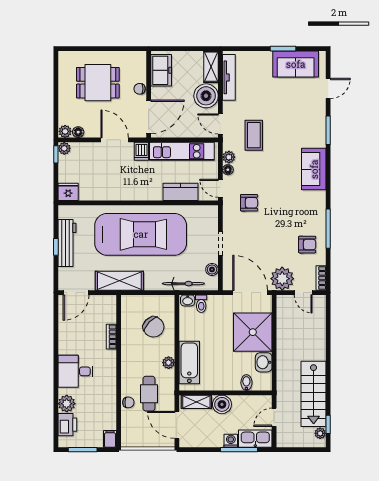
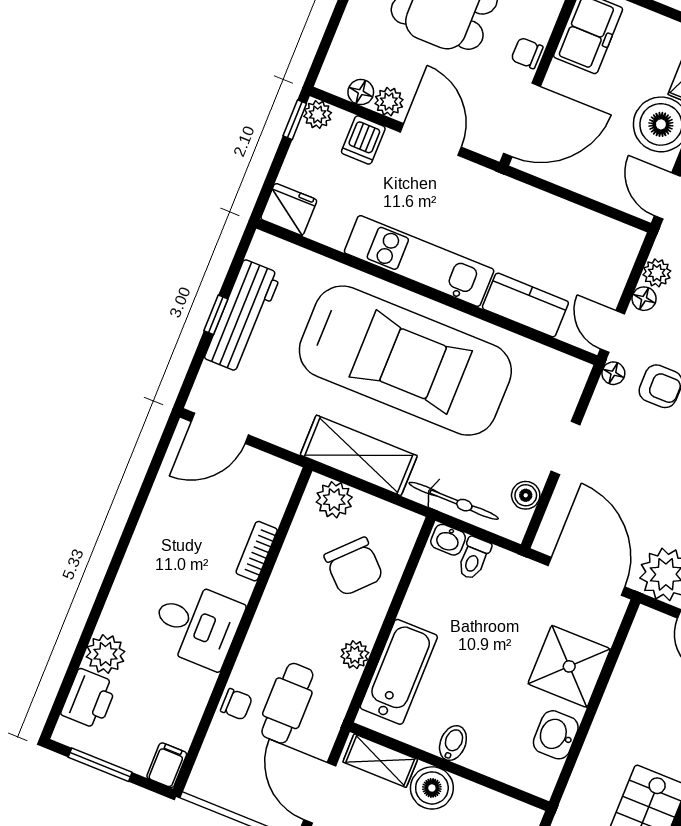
plant: (65, 131) -> (389, 102), moved
dishwasher: (141, 151) -> (363, 140), moved
kitchen unit: (182, 151) -> (419, 261), moved, turned 180
floor lamp: (228, 205) -> (613, 373), added
shelving: (119, 281) -> (359, 455), moved
plant: (135, 303) -> (334, 500), added
shower: (253, 332) -> (569, 666), width x0.73, depth x0.73
desk: (75, 371) -> (197, 625), moved, turned 180
bidet: (246, 383) -> (453, 743), moved

